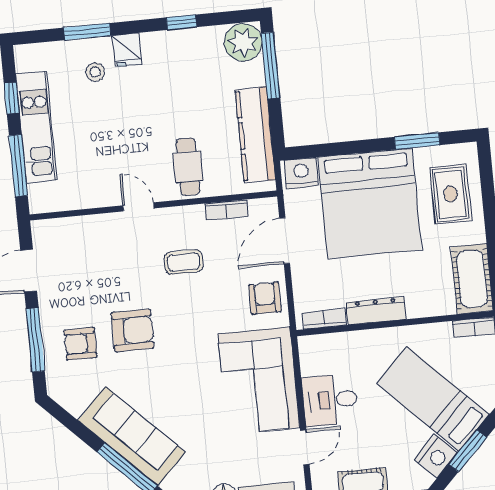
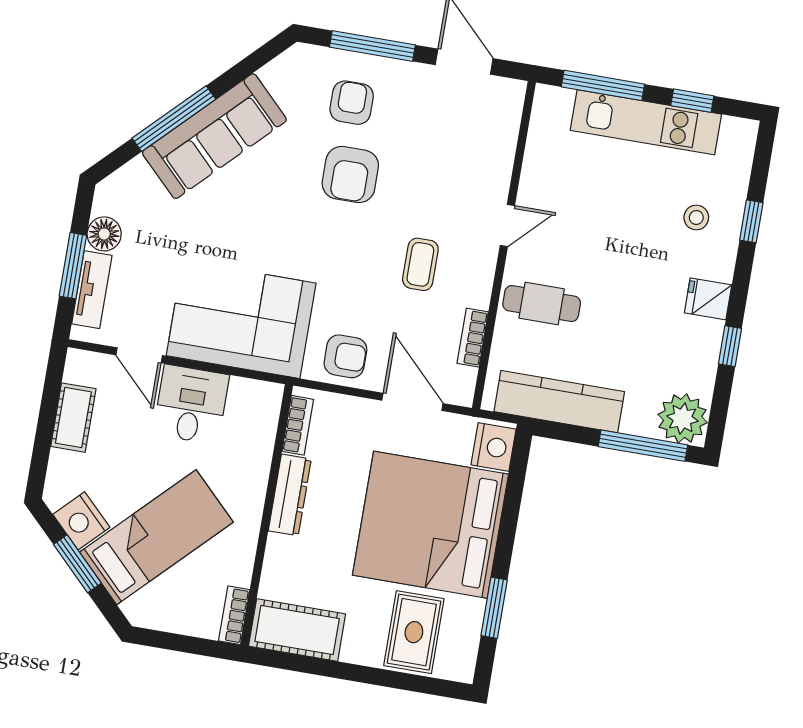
window: (87, 32) -> (751, 221), width x0.67
fridge: (127, 50) -> (708, 299), moved
rug: (451, 194) -> (414, 632), turned 90

